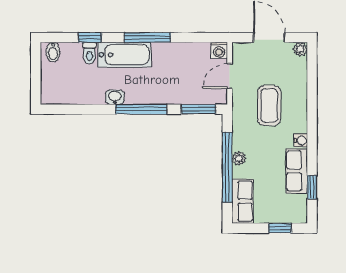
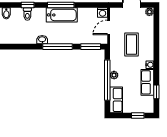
bathtub: (124, 55) -> (62, 15), moved

